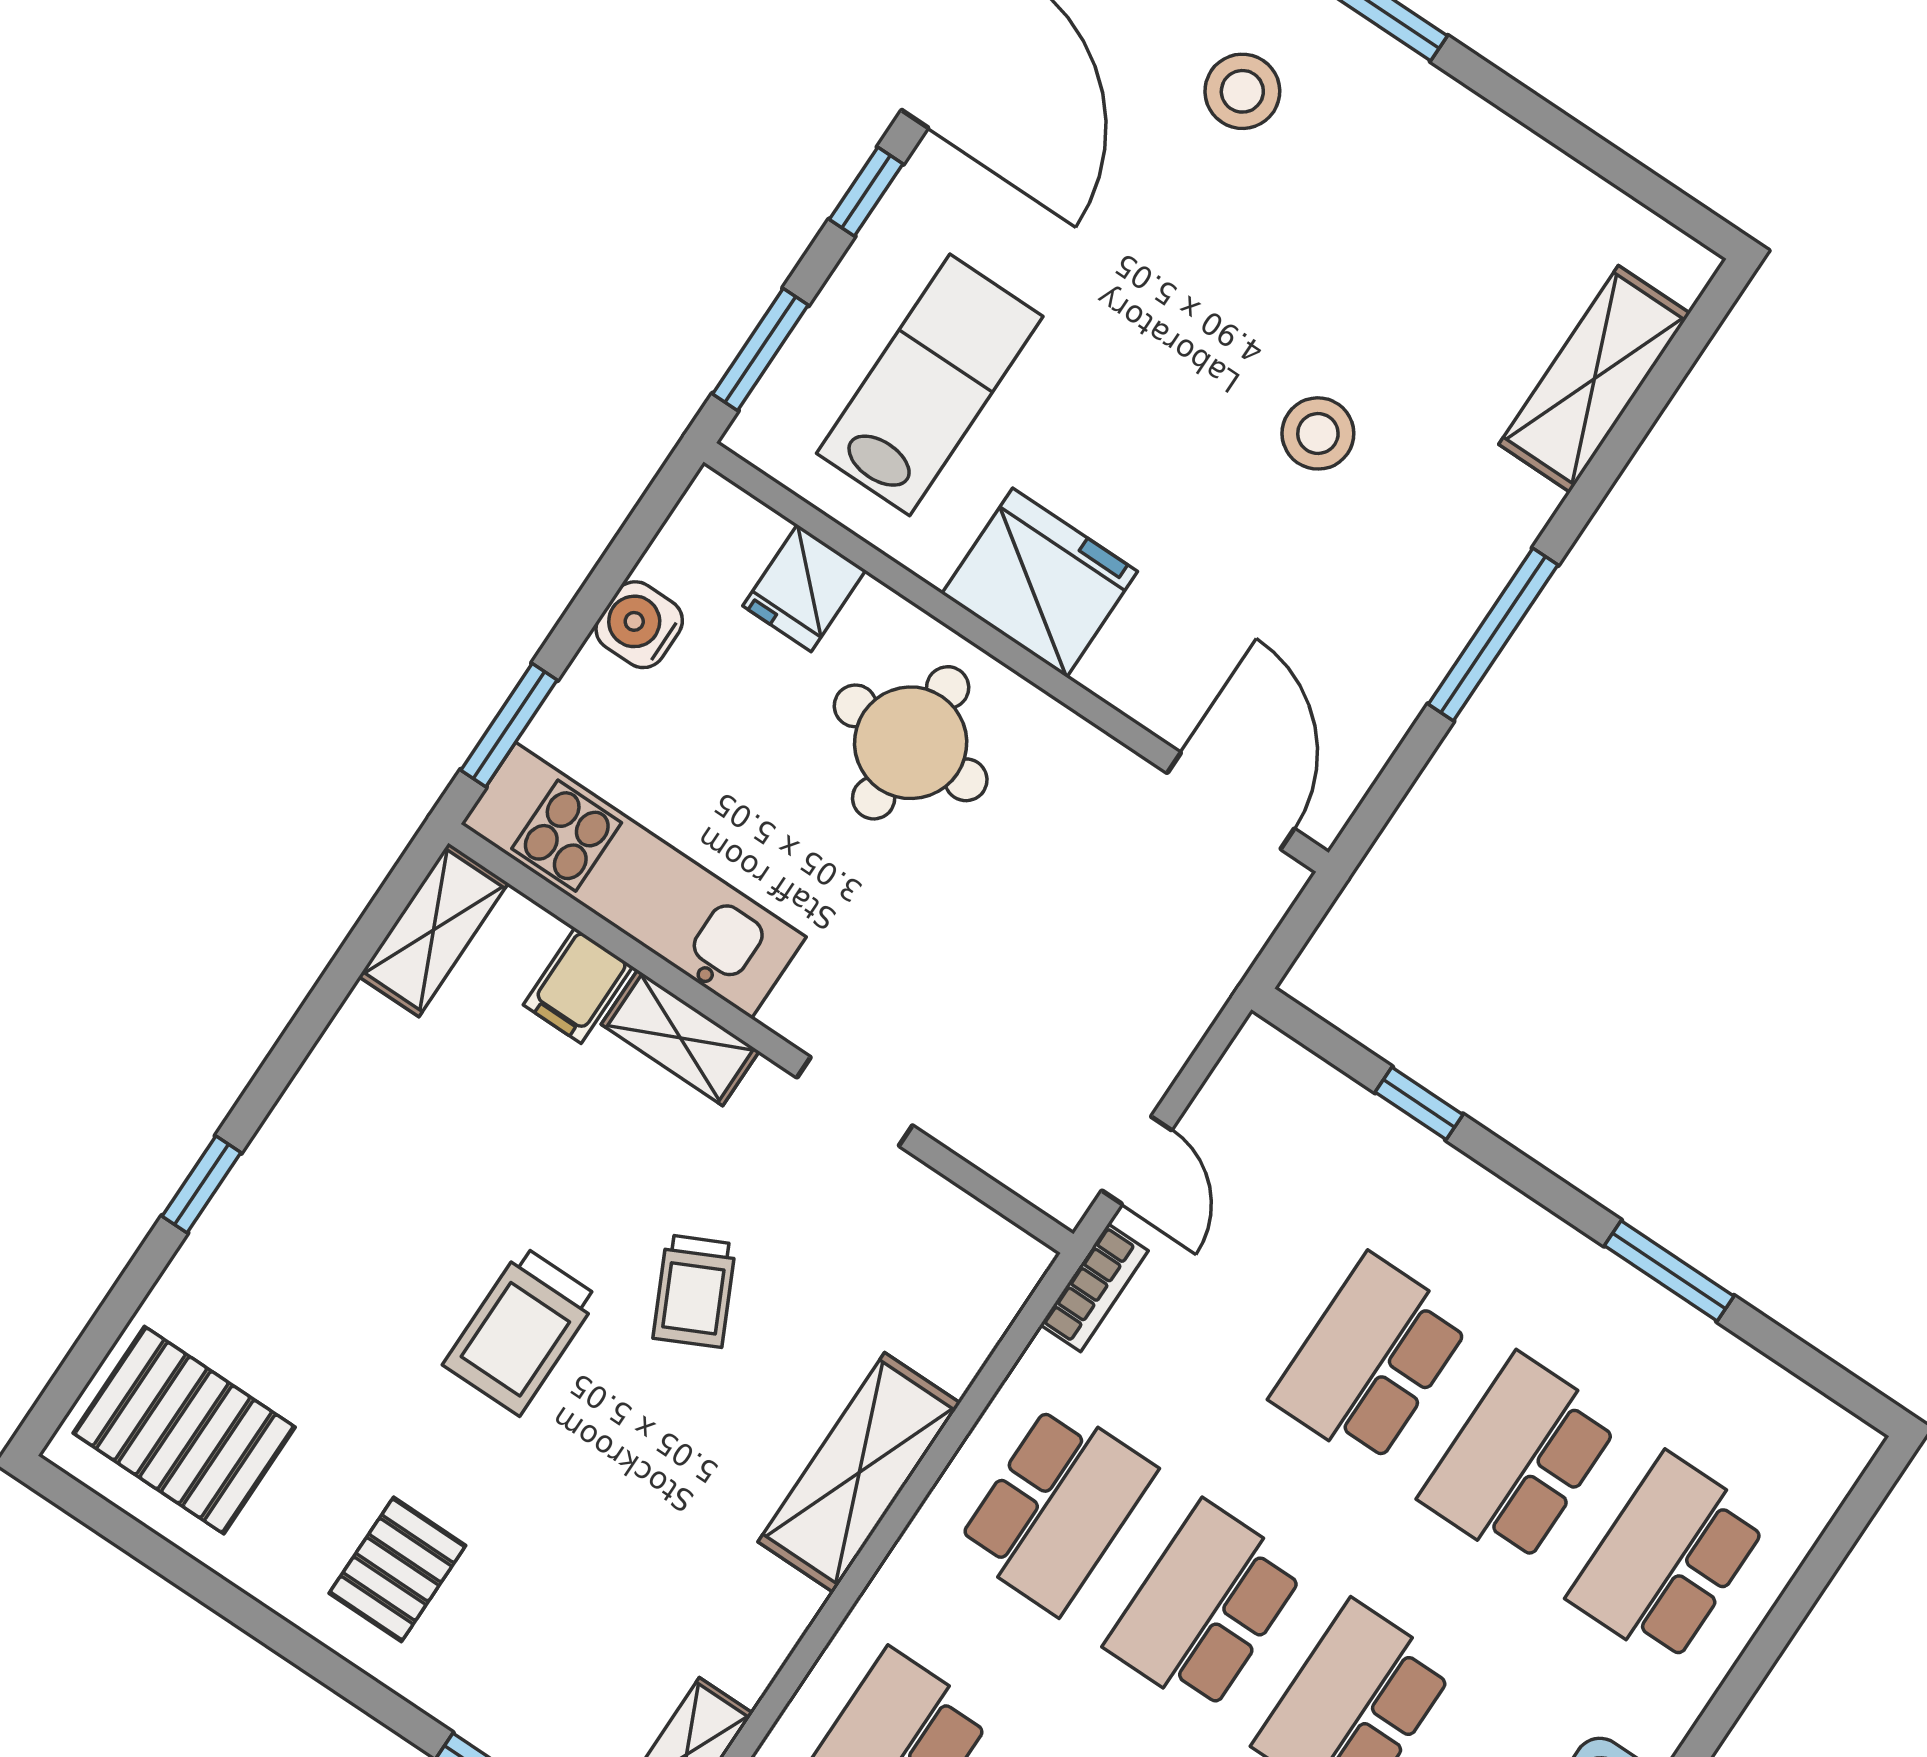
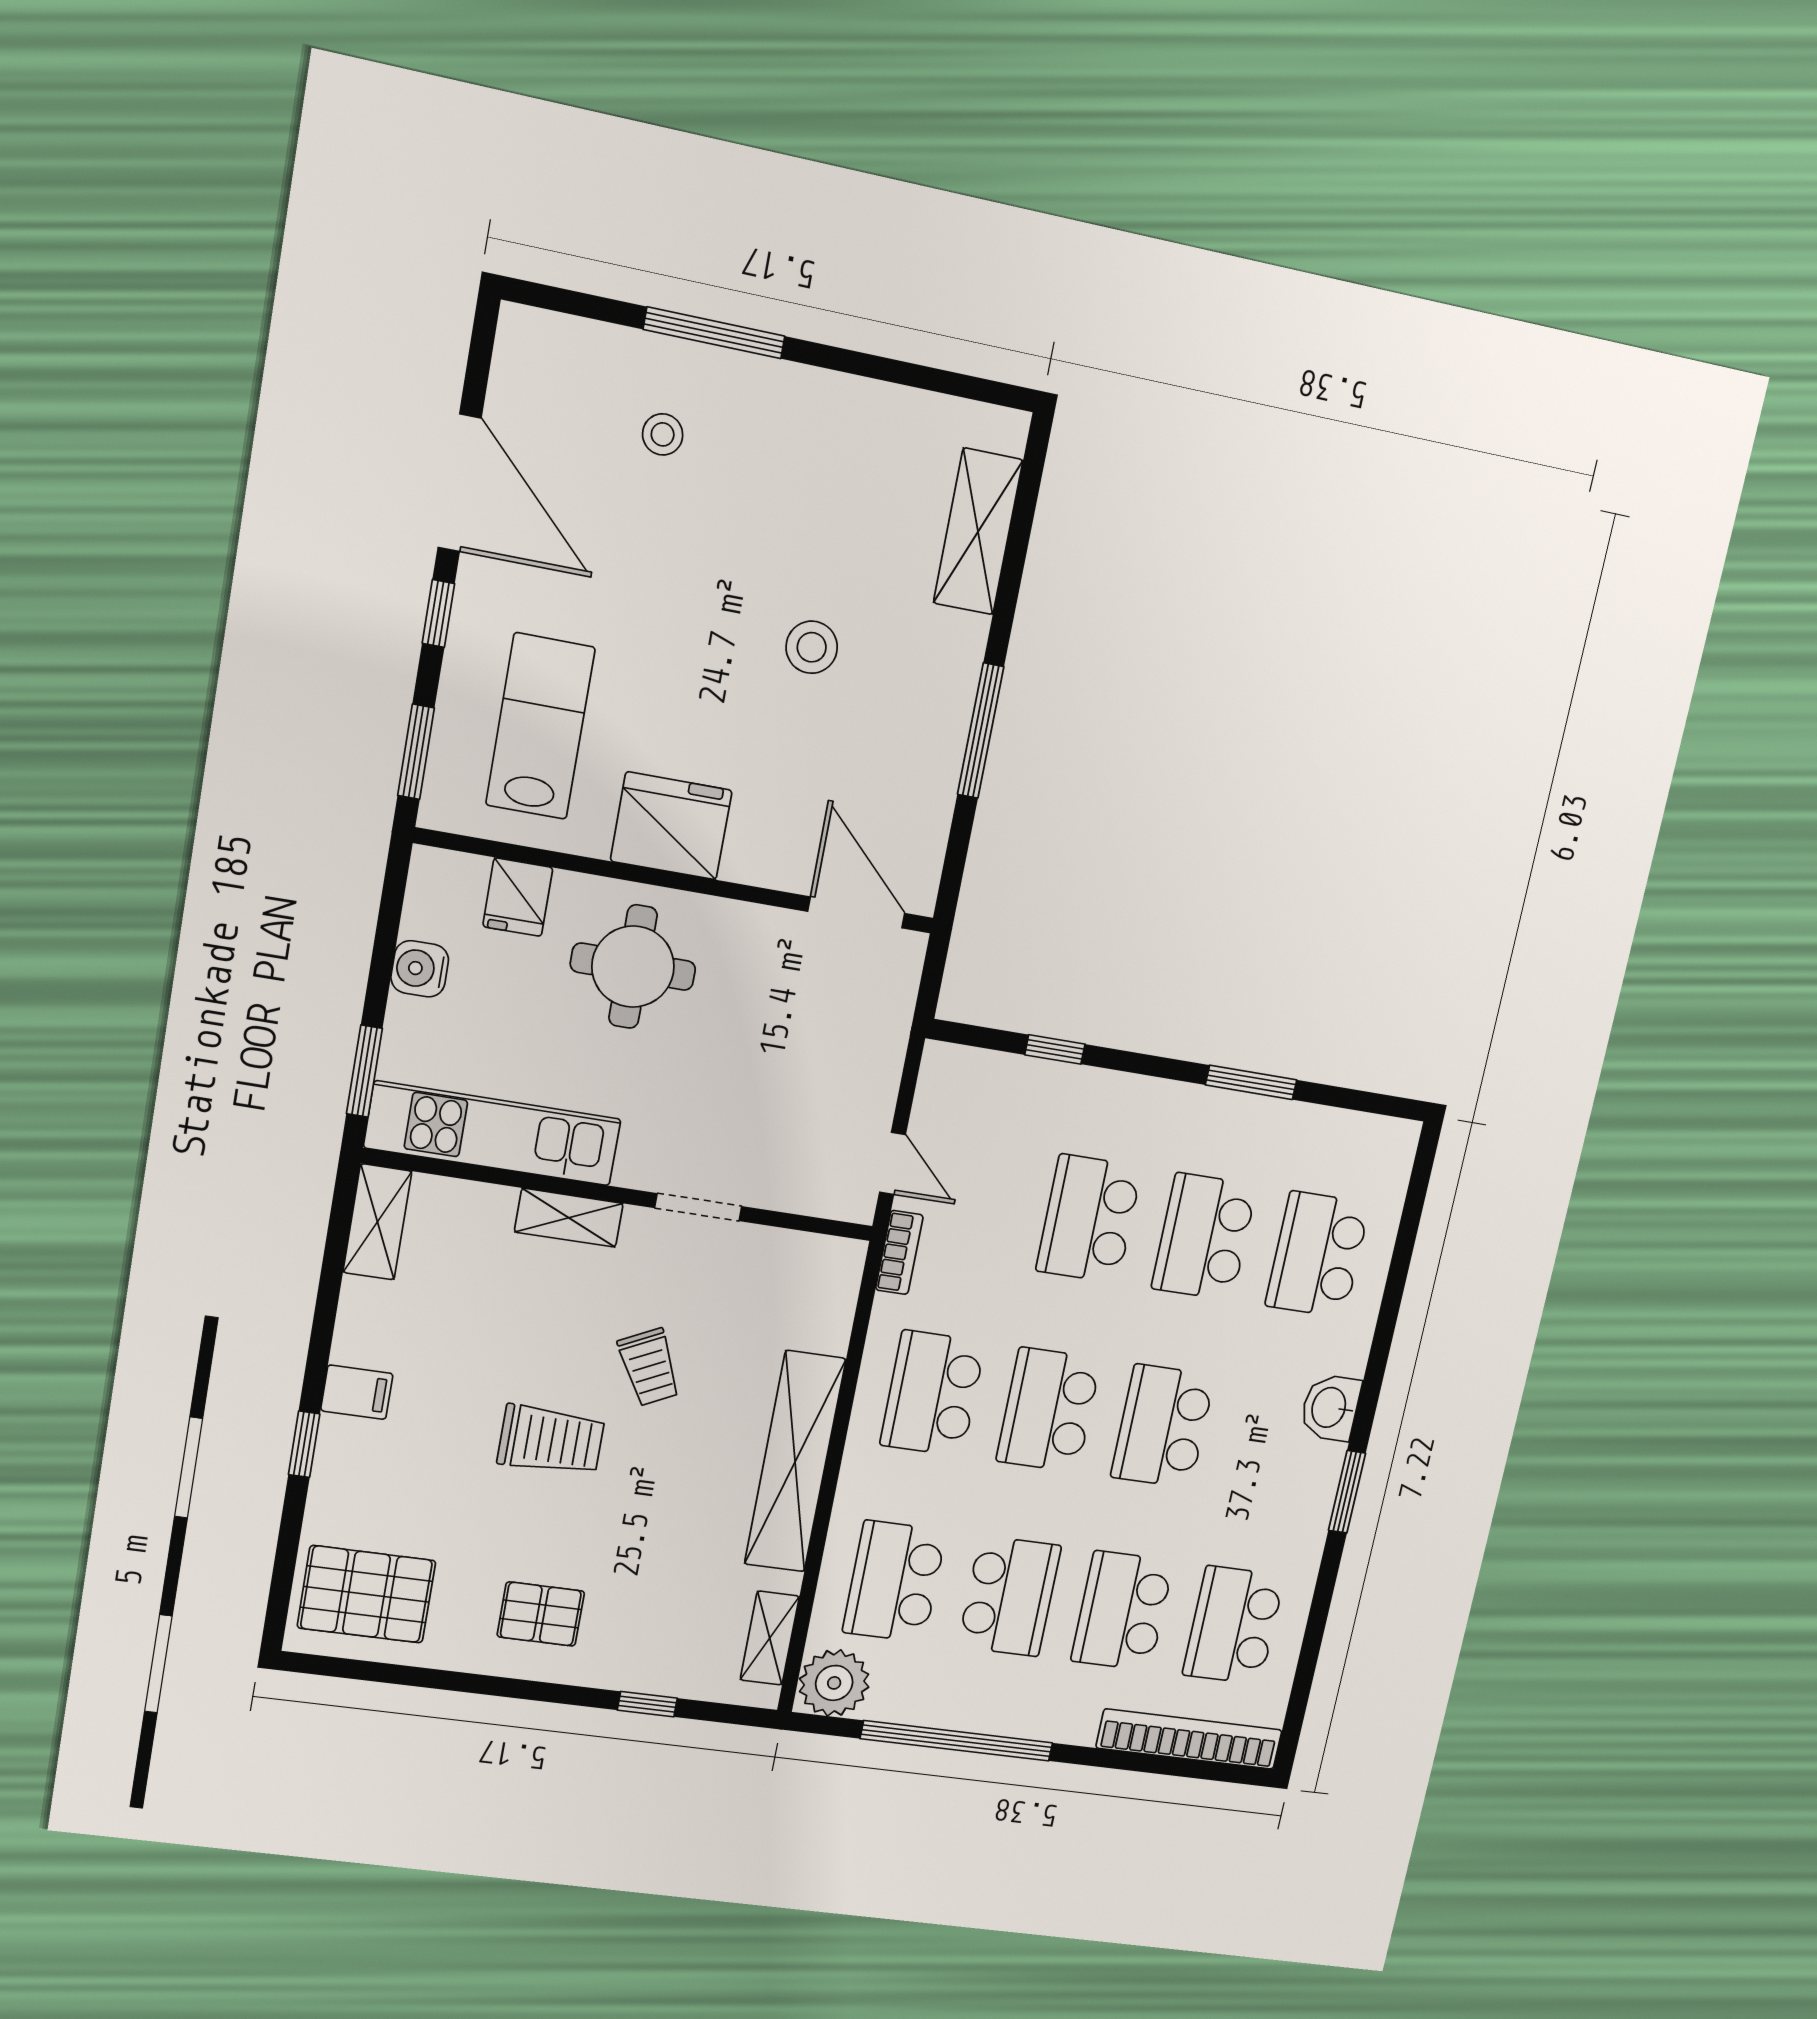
stool: (1242, 91) -> (663, 434), width x0.73, depth x0.73
filing cabinet: (578, 986) -> (357, 1392), moved, turned -90
trolley: (521, 1331) -> (551, 1440), turned -90
shelving: (859, 1472) -> (795, 1462), width x1.47
school desk: (1056, 1508) -> (933, 1393), turned 180
pallet: (397, 1569) -> (541, 1614), turned 90

